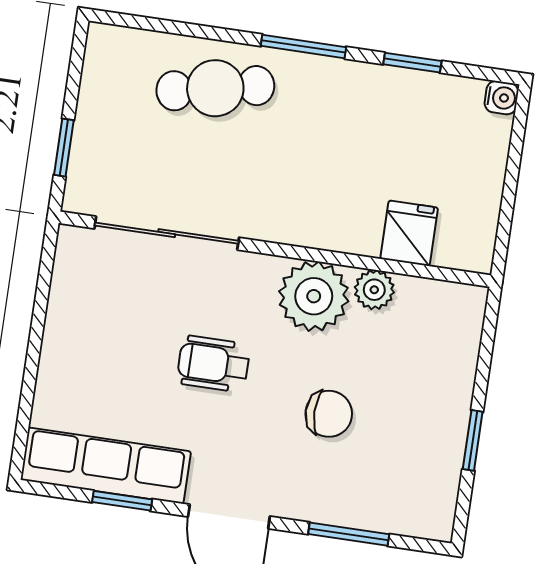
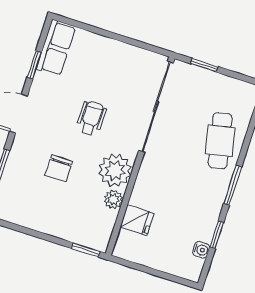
water cooler: (501, 98) -> (201, 250), moved, turned -90
sliding door: (167, 233) -> (156, 107), width x1.36
window: (473, 440) -> (86, 250), moved
row of seats: (106, 466) -> (56, 48), width x0.68

